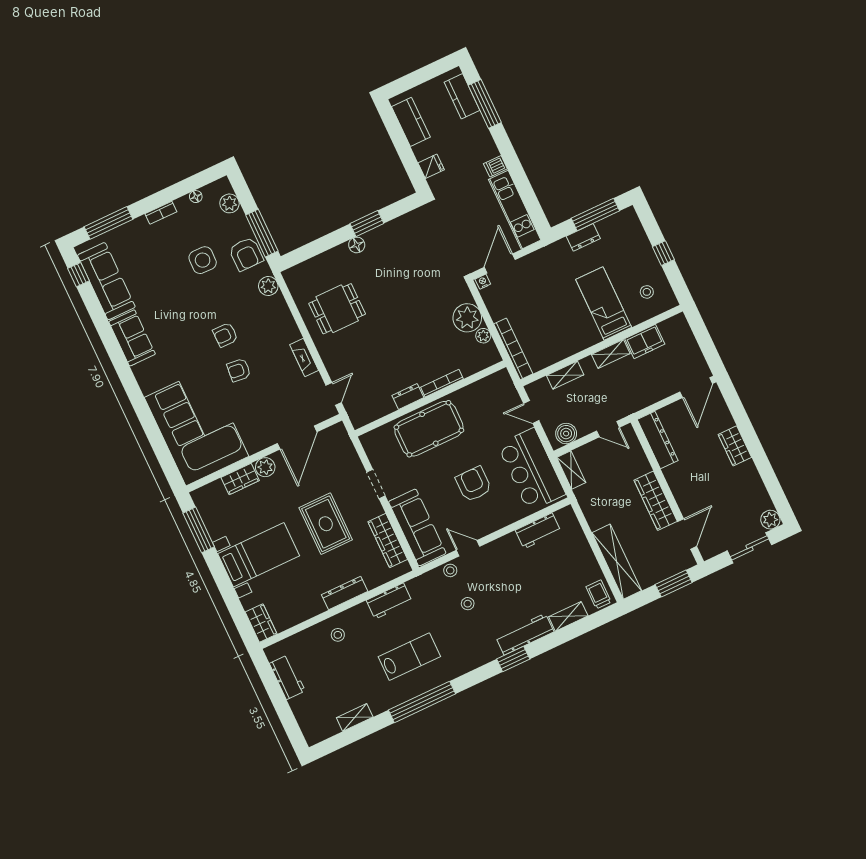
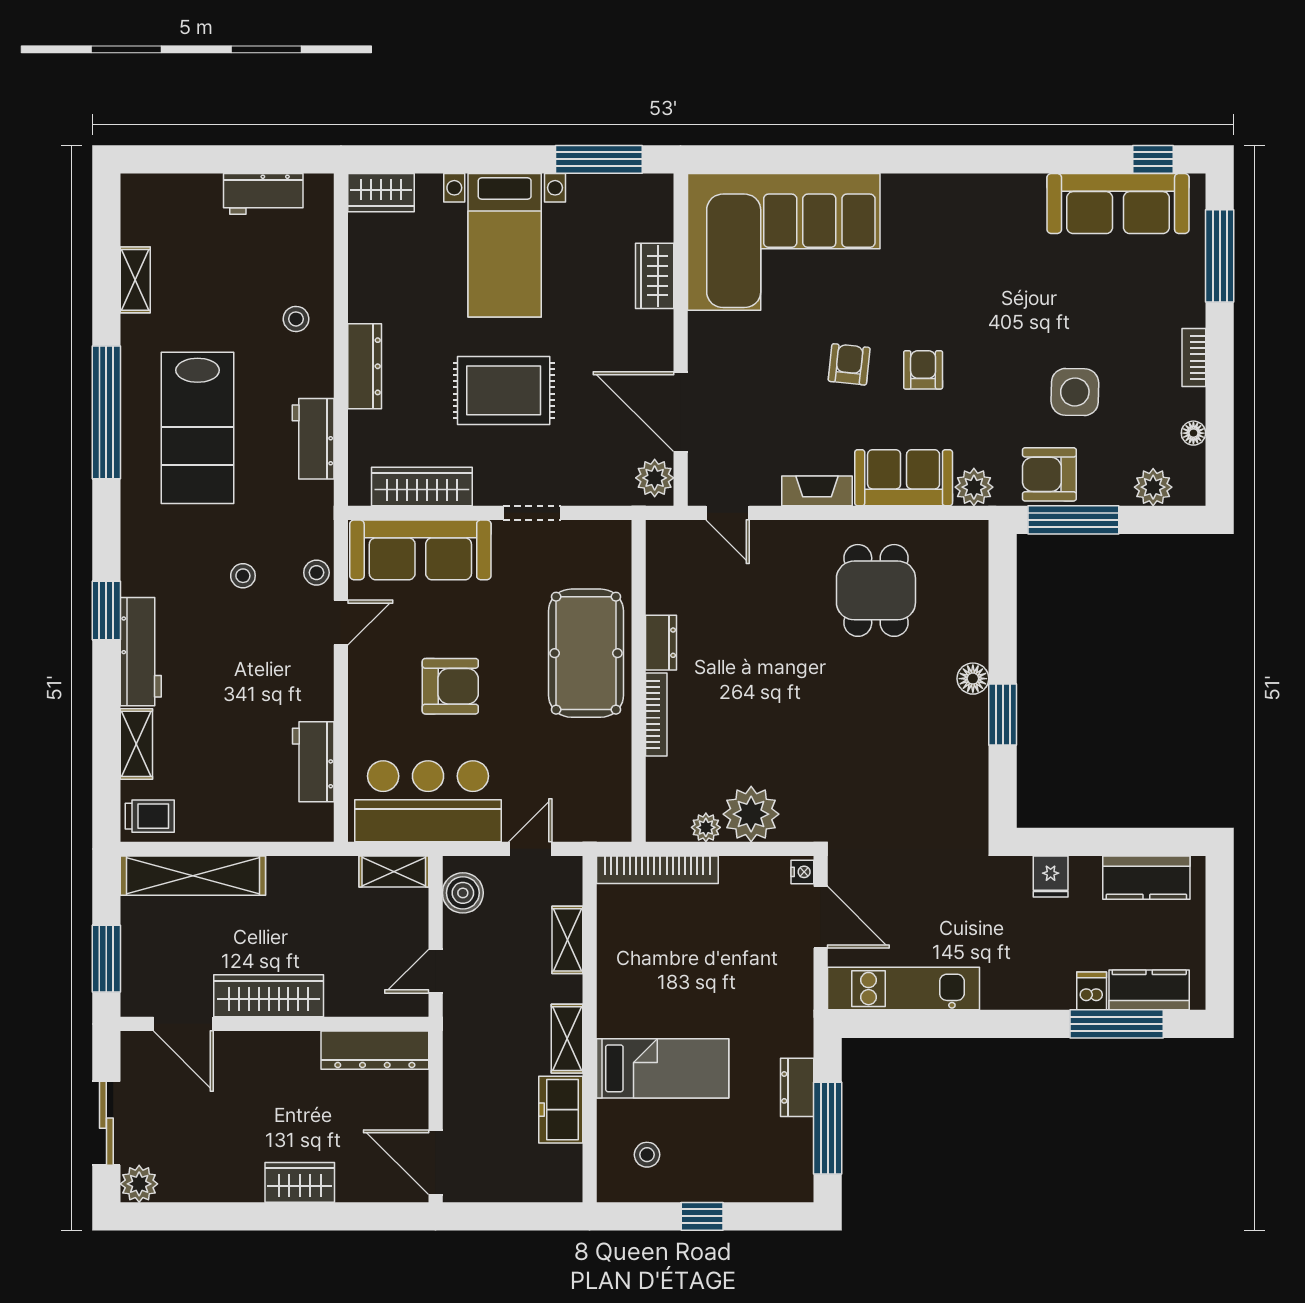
dishwasher: (495, 166) -> (1092, 991), moved
sofa: (132, 338) -> (904, 478), moved, turned 180
plant: (265, 467) -> (655, 478), moved
lab bench: (409, 657) -> (198, 428), width x1.36, depth x1.39

